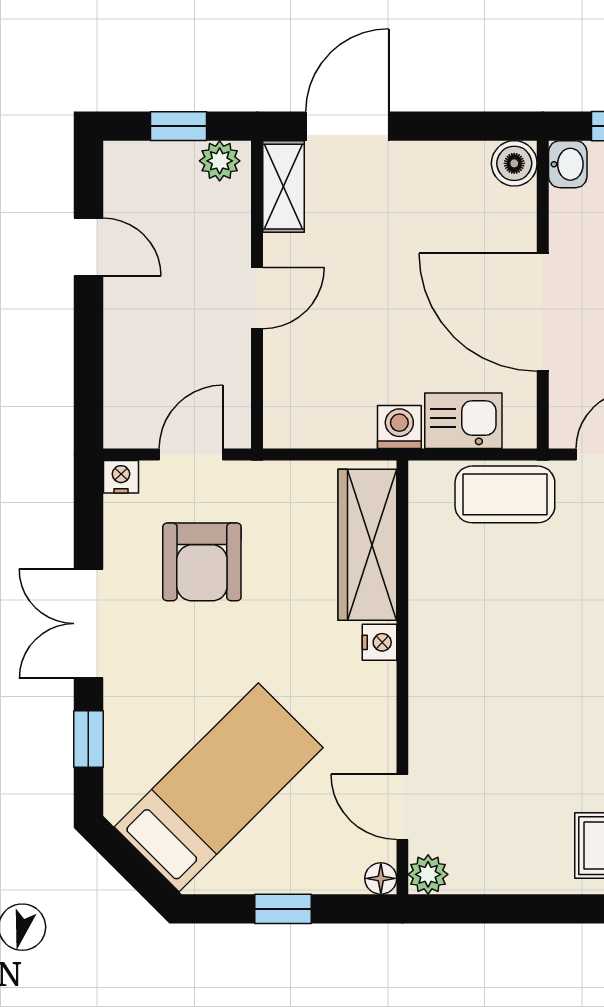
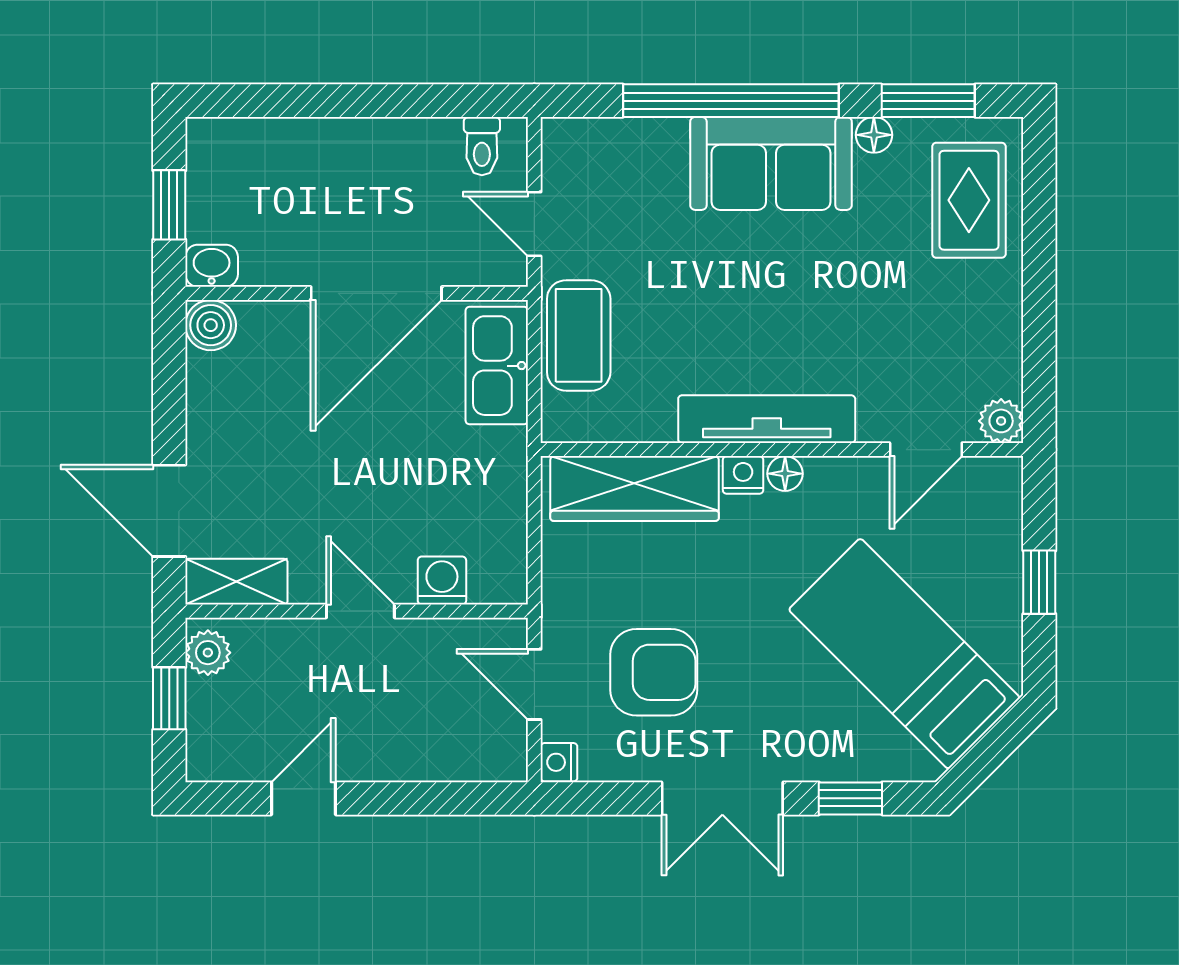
kitchen sink: (463, 421) -> (497, 366), width x1.38
washing machine: (399, 427) -> (442, 580), moved, turned 90
tv unit: (430, 664) -> (767, 419), added
floor lamp: (381, 878) -> (785, 474), moved

